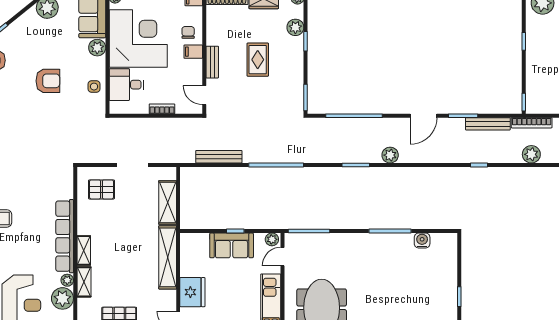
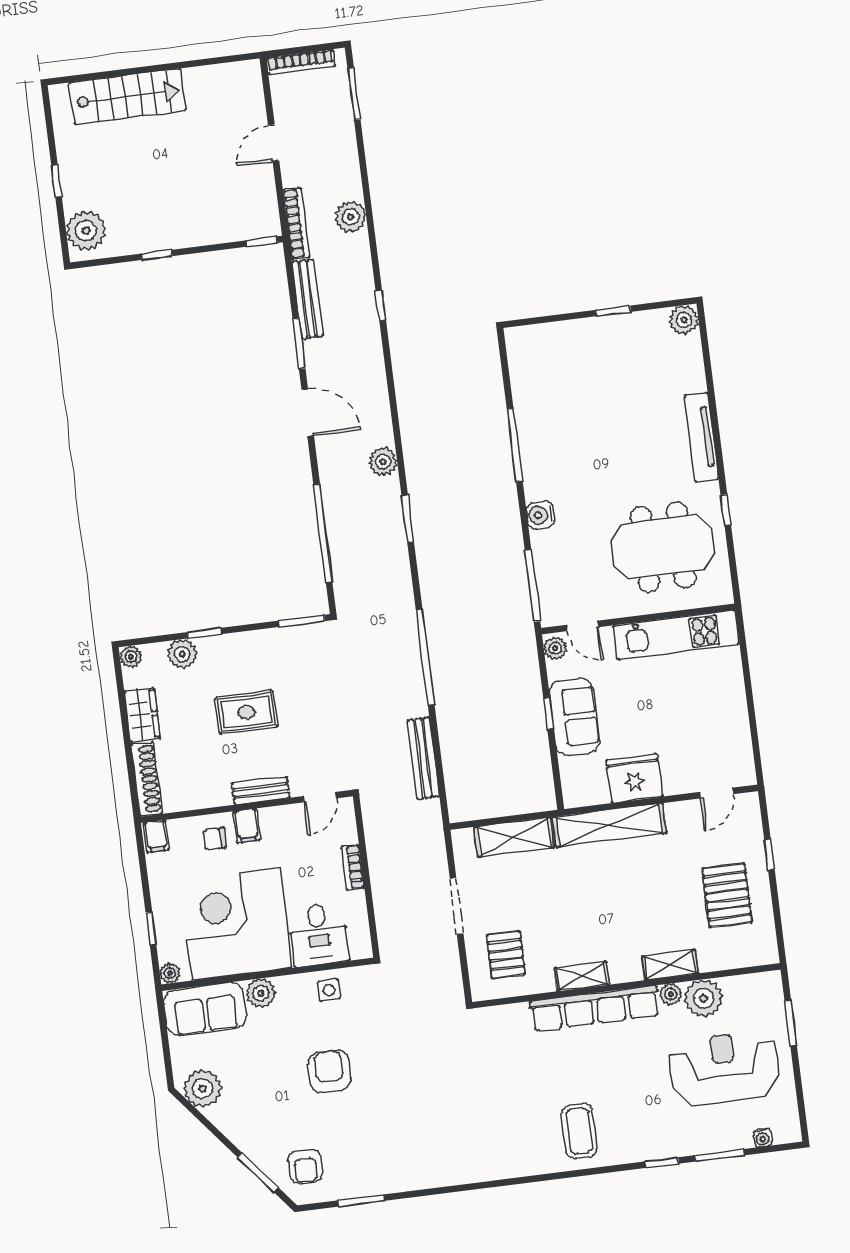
water cooler: (422, 241) -> (540, 515), moved
shelving: (84, 250) -> (582, 976), moved
fridge: (192, 292) -> (634, 778), moved

